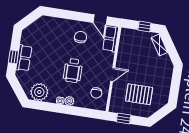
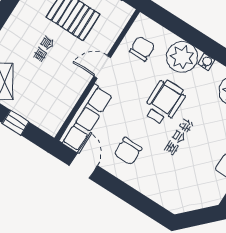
row of seats: (111, 39) -> (86, 118), width x1.48
plant: (69, 101) -> (182, 57), width x1.88, depth x1.88

